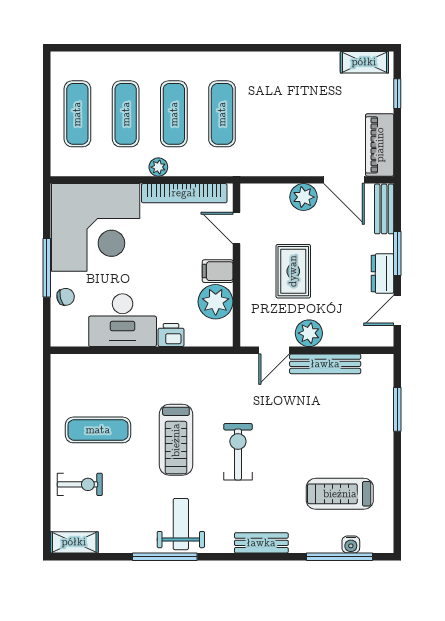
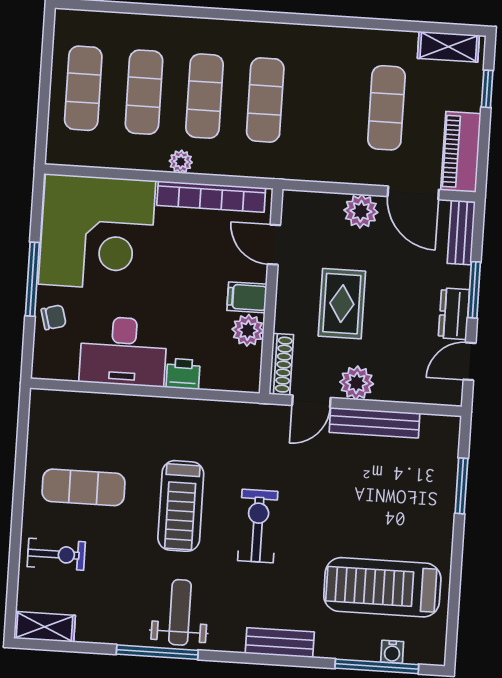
exercise mat: (318, 114) -> (386, 108), added
plant: (216, 302) -> (248, 330), width x0.73, depth x0.73
shoe rack: (248, 322) -> (281, 364), added
treadmill: (340, 494) -> (382, 587), width x1.37, depth x1.38

